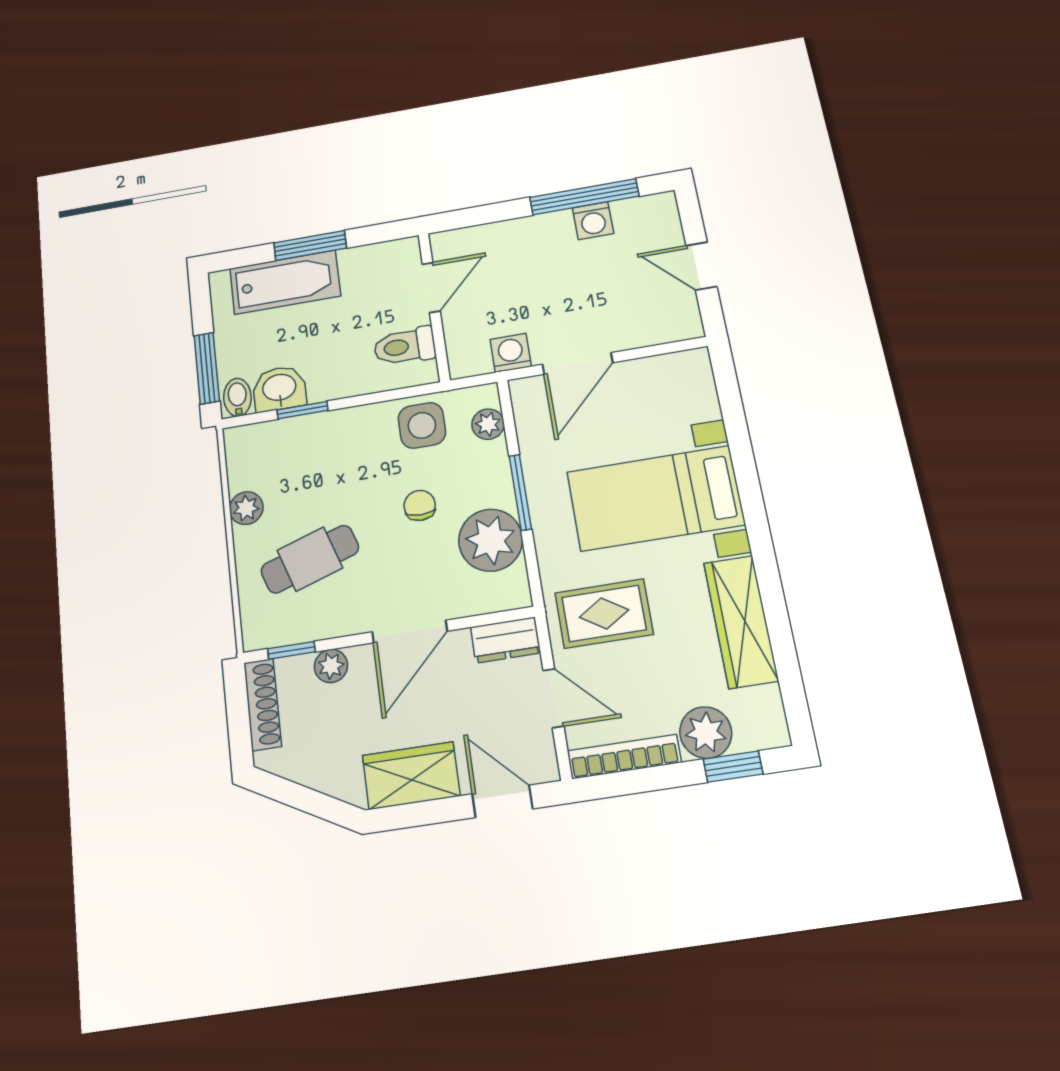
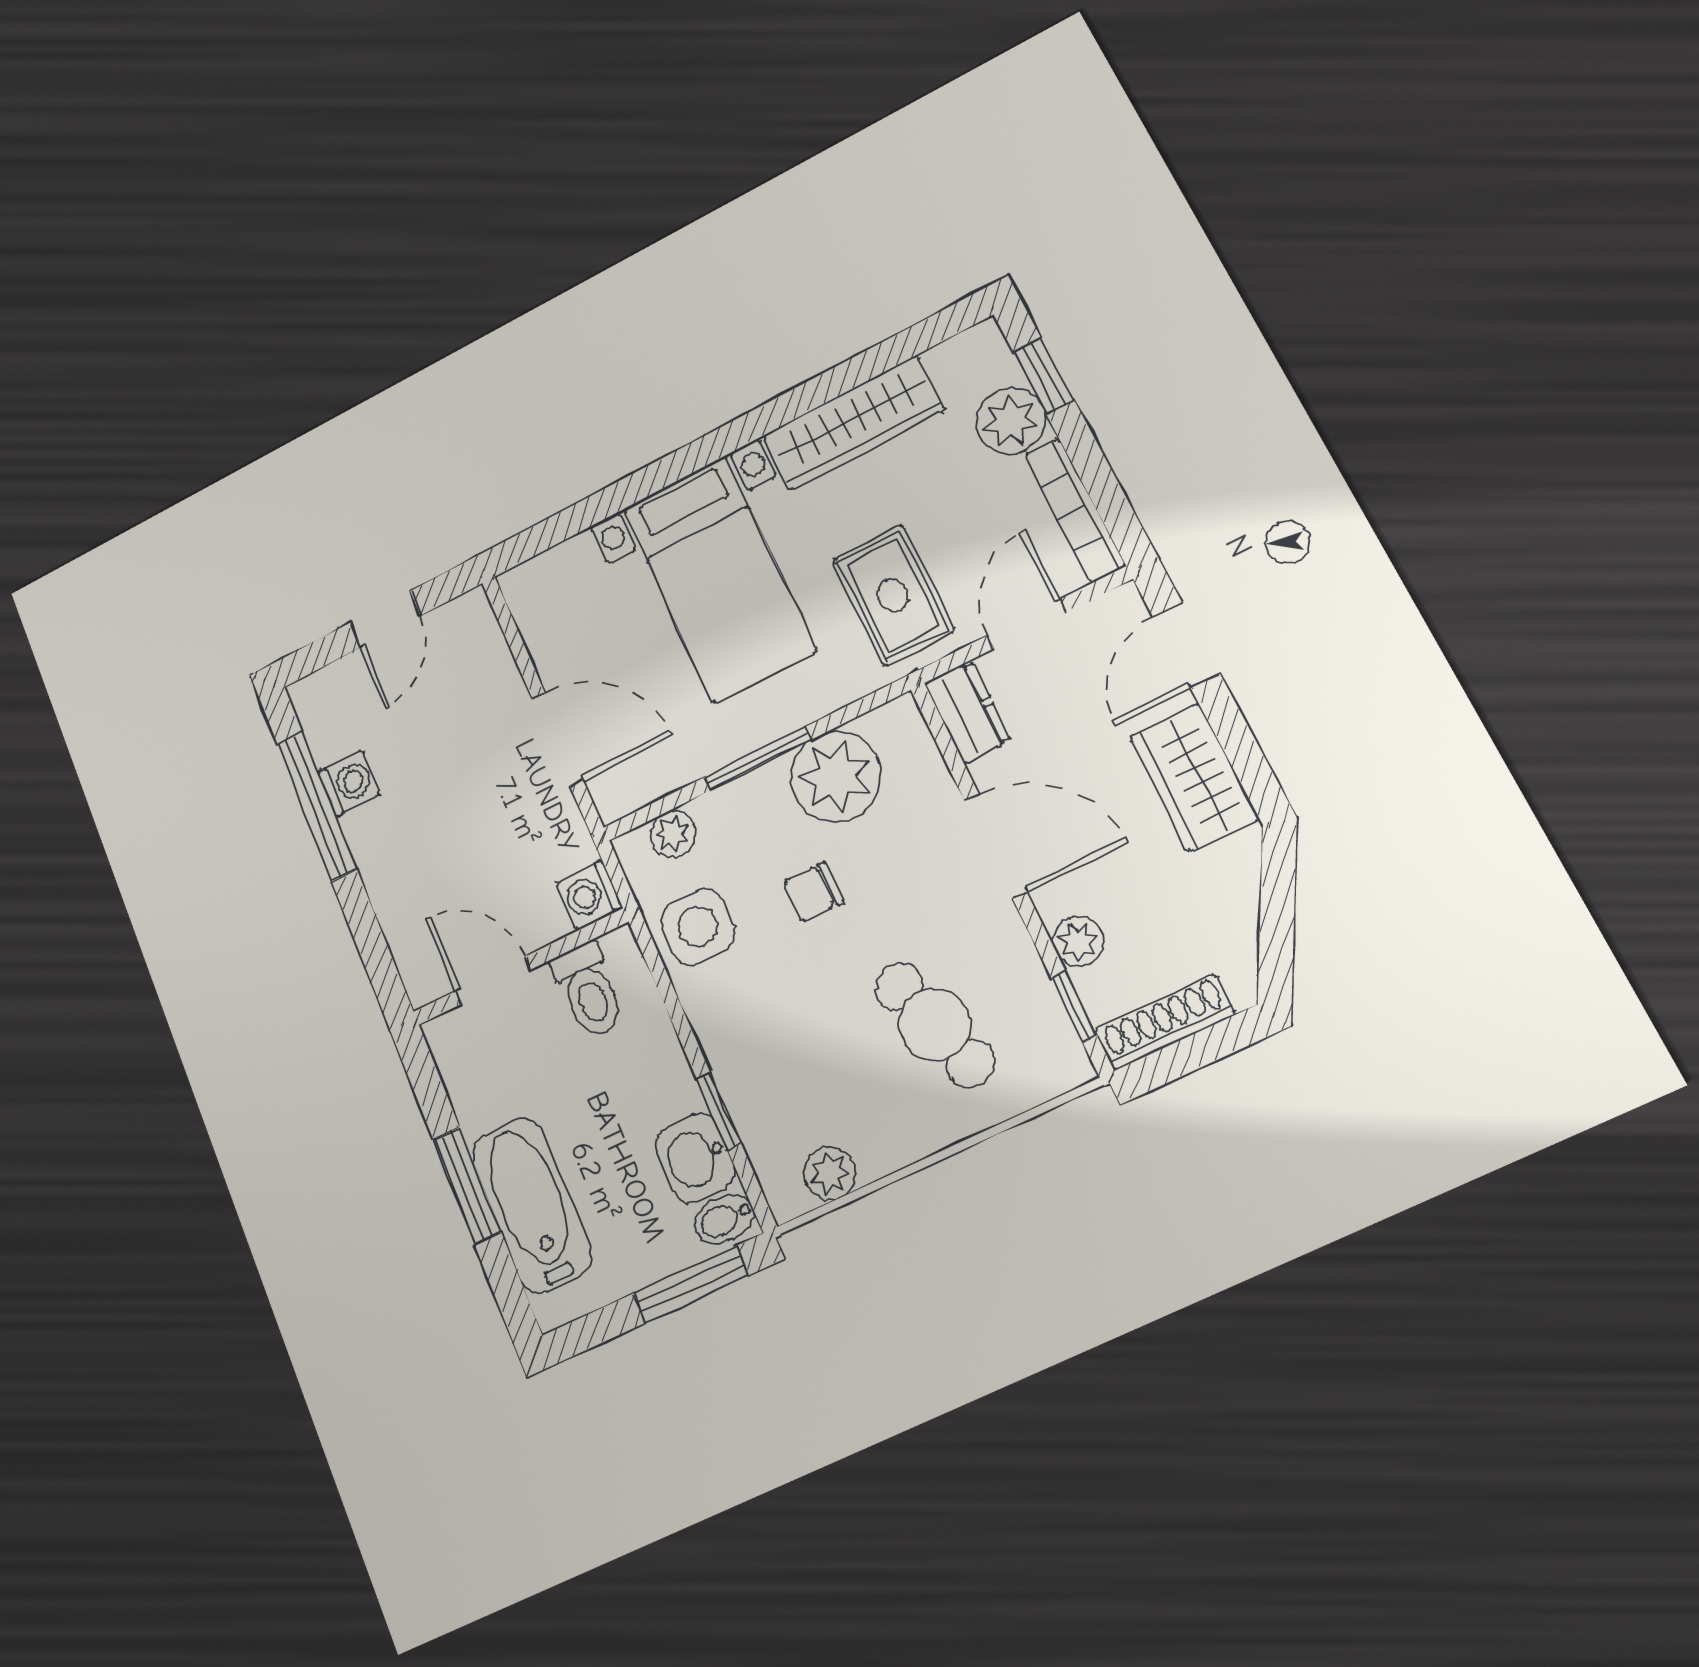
washing machine: (511, 353) -> (589, 895), moved
plant: (246, 508) -> (830, 1173), moved

